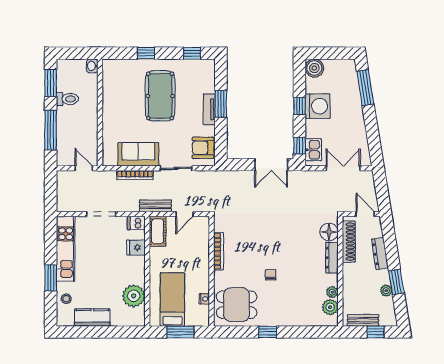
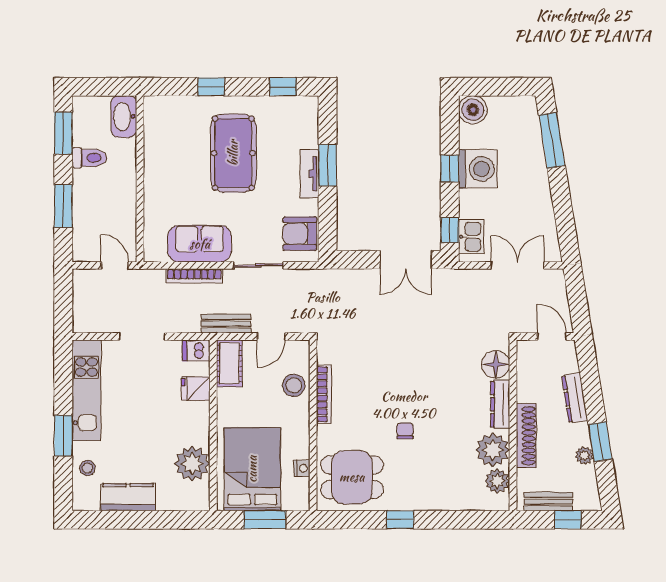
washbasin: (92, 66) -> (124, 116), width x1.91, depth x1.45
window: (51, 130) -> (63, 206), width x0.69
shoe rack: (349, 242) -> (526, 436), moved
stool: (199, 245) -> (294, 385), added
plant: (332, 292) -> (493, 450), width x1.88, depth x1.88
bed: (172, 300) -> (252, 469), width x1.50

